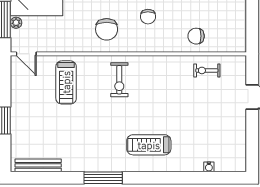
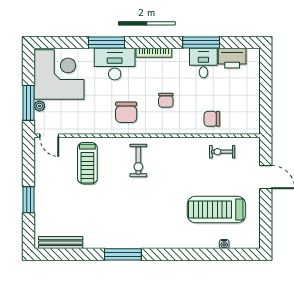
treadmill: (149, 145) -> (216, 209), moved, width x1.37, depth x1.38

